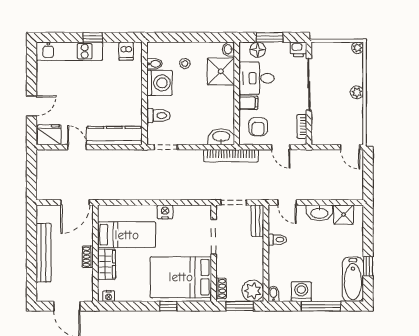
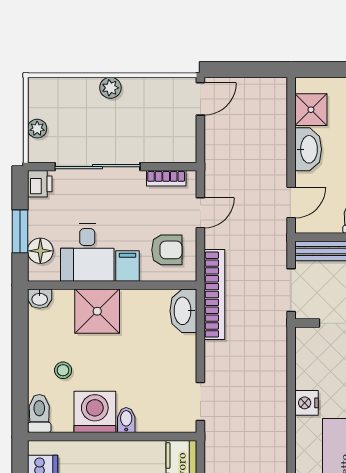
plant: (358, 48) -> (37, 129), moved
bidet: (154, 64) -> (126, 420), moved
shower: (221, 71) -> (97, 311), moved
toilet: (158, 116) -> (39, 414), moved

